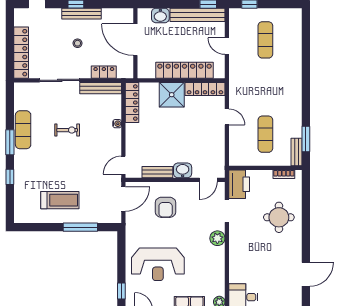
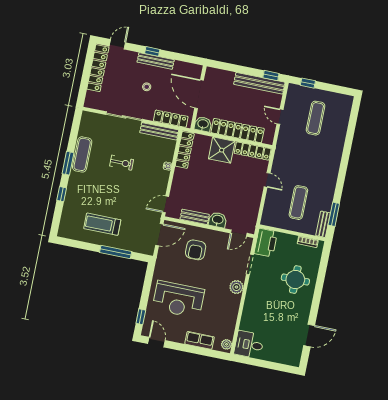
washbasin: (160, 15) -> (203, 124), moved, turned 180
locker: (21, 53) -> (98, 68), moved
locker: (104, 72) -> (171, 119), width x1.53
treadmill: (60, 200) -> (102, 224), turned 180

